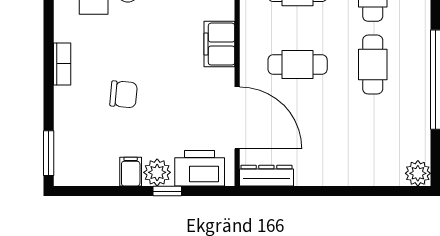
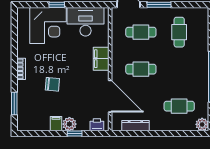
cafe table: (373, 65) -> (179, 106), moved, turned 90
window: (49, 153) -> (14, 103), moved
printer: (200, 168) -> (97, 125), width x0.53, depth x0.68
dresser: (266, 176) -> (135, 126), moved

